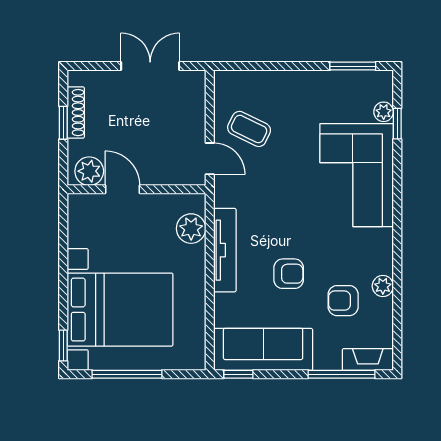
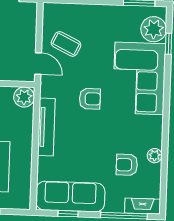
plant: (384, 112) -> (154, 29), width x1.87, depth x1.87
plant: (191, 229) -> (24, 97), moved
armchair: (289, 274) -> (90, 99), moved
window: (238, 374) -> (68, 214), moved

